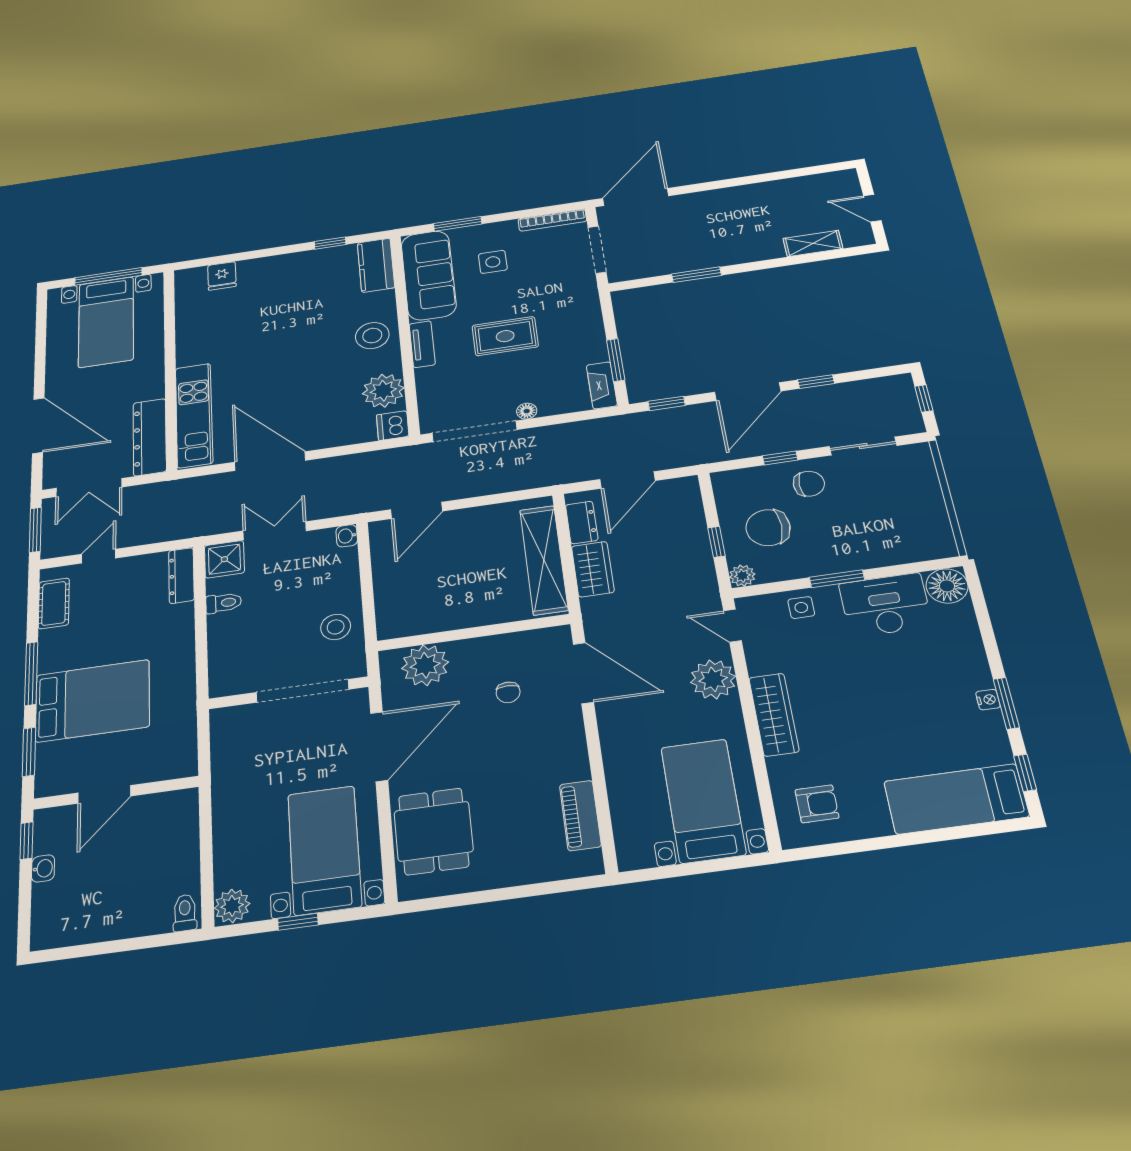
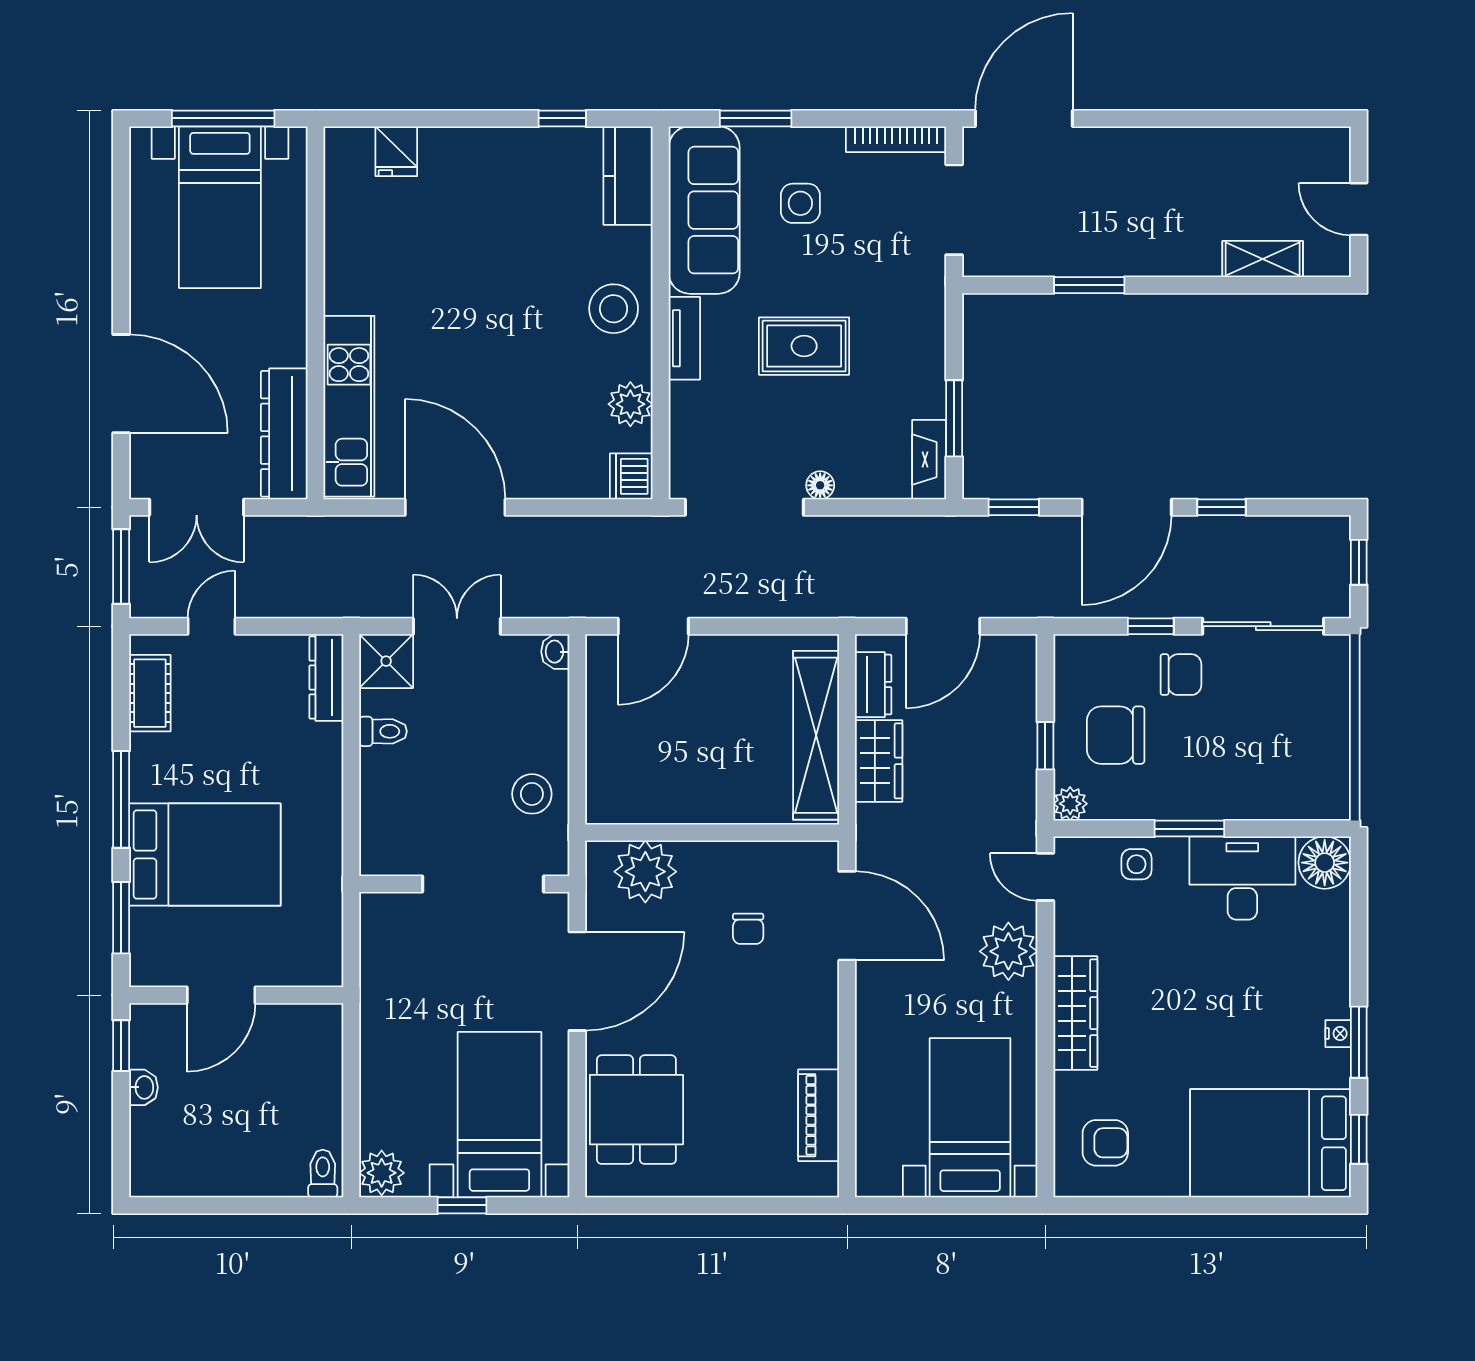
plant: (383, 391) -> (630, 404), width x0.73, depth x0.73
sliding door: (863, 446) -> (1263, 626), width x1.37
bed: (956, 799) -> (1271, 1143), width x1.50

